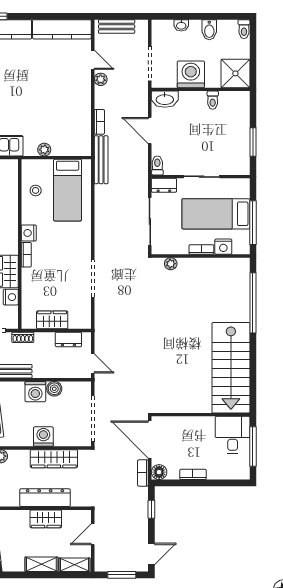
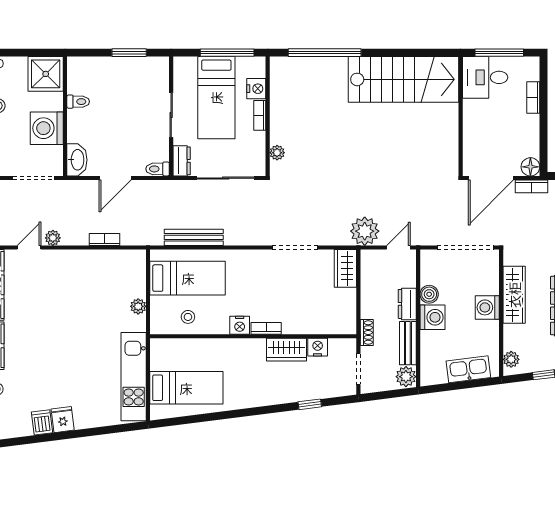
bench: (101, 160) -> (194, 237), moved
wardrobe: (52, 320) -> (345, 268), moved
plant: (106, 336) -> (365, 231), added
dresser: (68, 339) -> (407, 304), moved, turned 180
bookcase: (193, 474) -> (533, 97), moved

